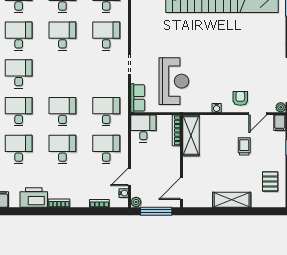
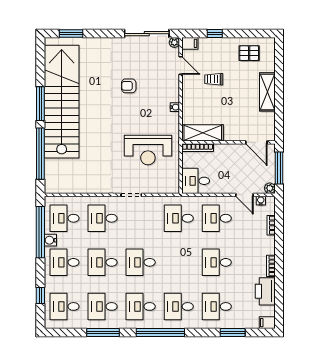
reception desk: (174, 81) -> (148, 150), turned 180
row of seats: (138, 98) -> (165, 187), removed
armchair: (240, 98) -> (129, 86), moved
desk: (62, 112) -> (141, 262), moved

